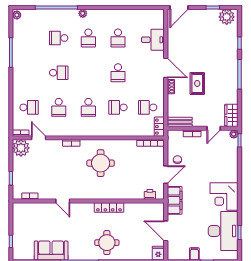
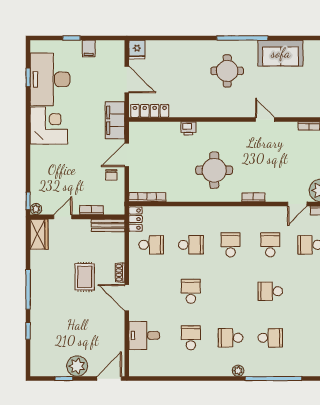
plant: (227, 17) -> (77, 366), moved
school desk: (88, 38) -> (231, 338), turned -90
door: (39, 138) -> (297, 204), hinge flipped
printer: (150, 194) -> (188, 128), moved
locker: (109, 207) -> (150, 111), moved
round table: (107, 243) -> (227, 71), moved

